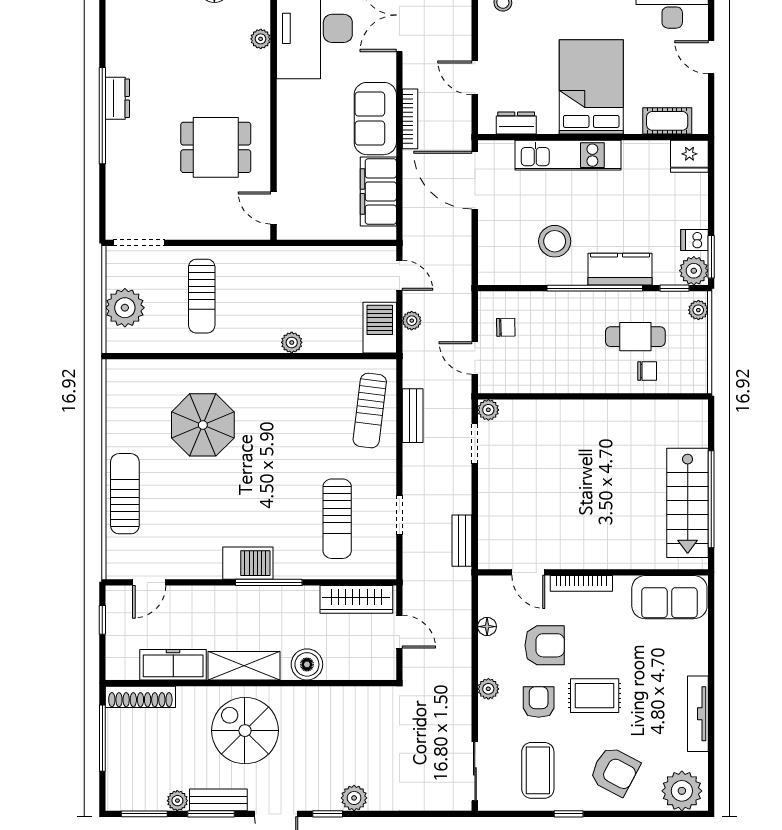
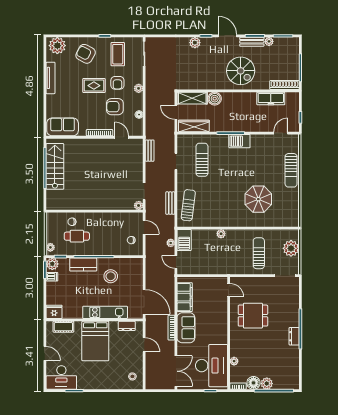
shelving: (244, 666) -> (192, 98), moved

